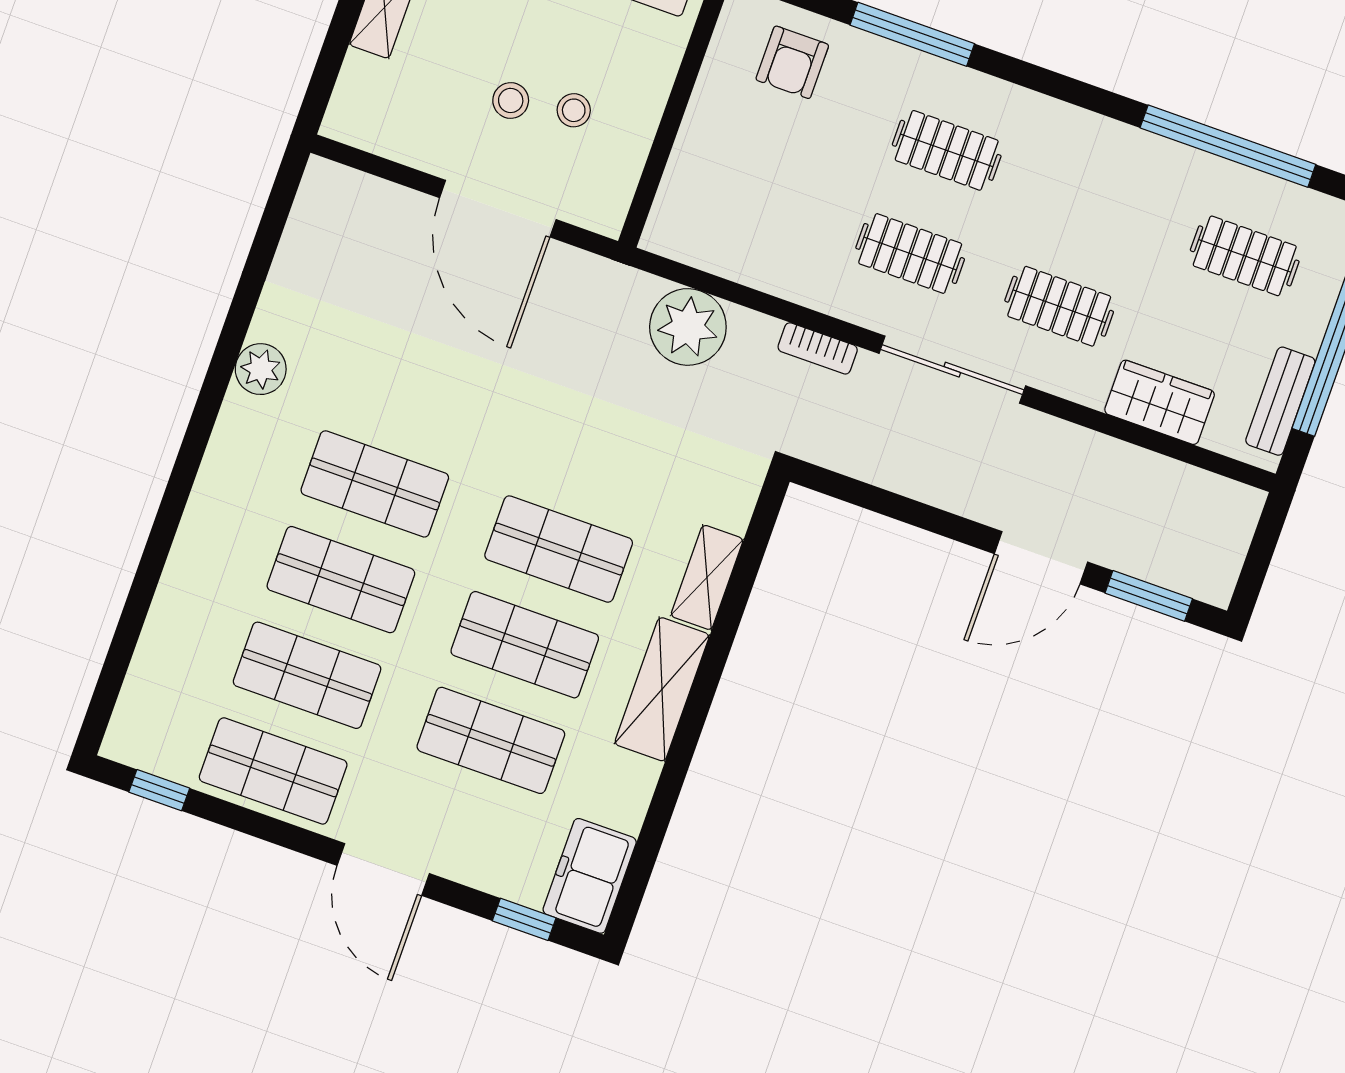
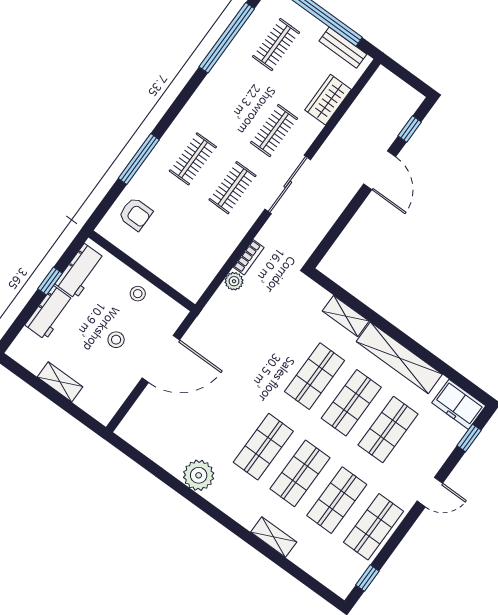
stool: (574, 110) -> (138, 294), moved
plant: (688, 327) -> (234, 281), width x0.53, depth x0.53
bookcase: (818, 348) -> (249, 257), moved
plant: (261, 369) -> (199, 475), width x1.36, depth x1.36
shelving: (188, 564) -> (274, 537), added
window: (1149, 596) -> (410, 129), width x0.67
shelving: (662, 689) -> (399, 358), width x1.47
door: (383, 870) -> (430, 492), width x0.73

